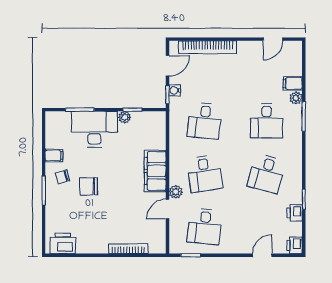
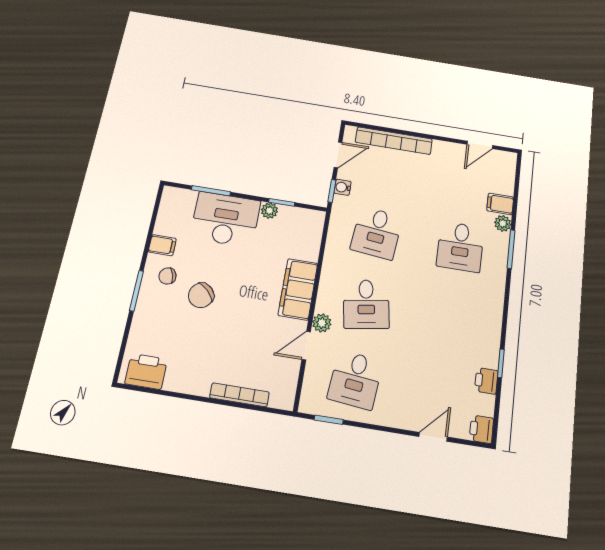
desk: (267, 174) -> (452, 318), removed
chair: (89, 186) -> (201, 295), turned -46

